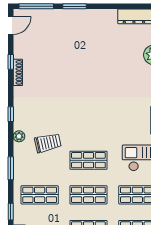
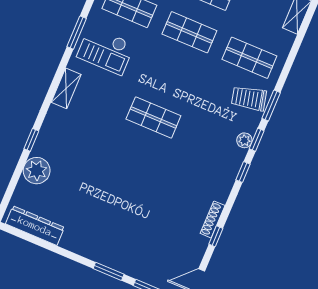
trolley: (48, 143) -> (249, 98), moved
shop shelf: (88, 160) -> (153, 117), moved
window: (11, 212) -> (257, 140), moved

